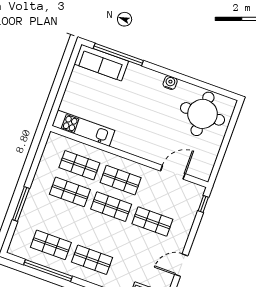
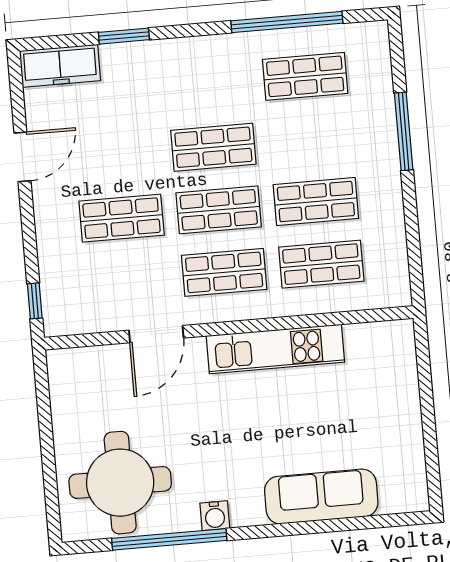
window: (118, 55) -> (169, 539), moved
sofa: (101, 63) -> (321, 497), moved
kitchen unit: (83, 128) -> (275, 349), moved
door: (173, 172) -> (156, 334), moved
shop shelf: (92, 260) -> (213, 147), moved

